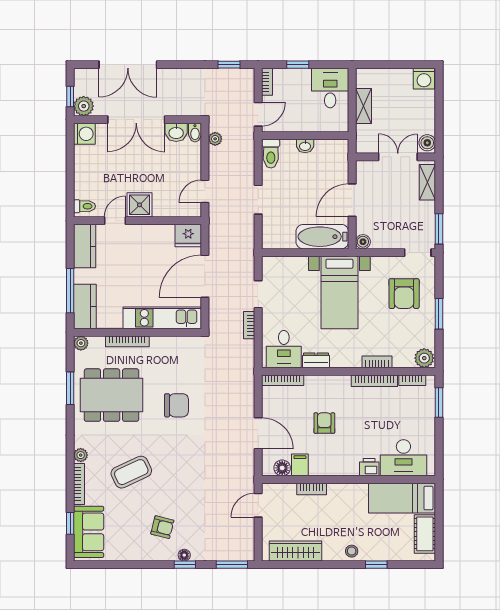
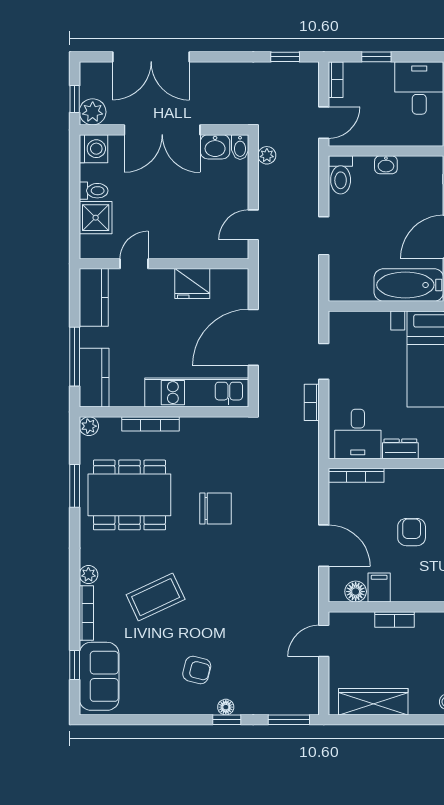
shower: (140, 205) -> (96, 218), moved
toilet: (84, 206) -> (94, 191), moved
fridge: (188, 236) -> (192, 284), moved

